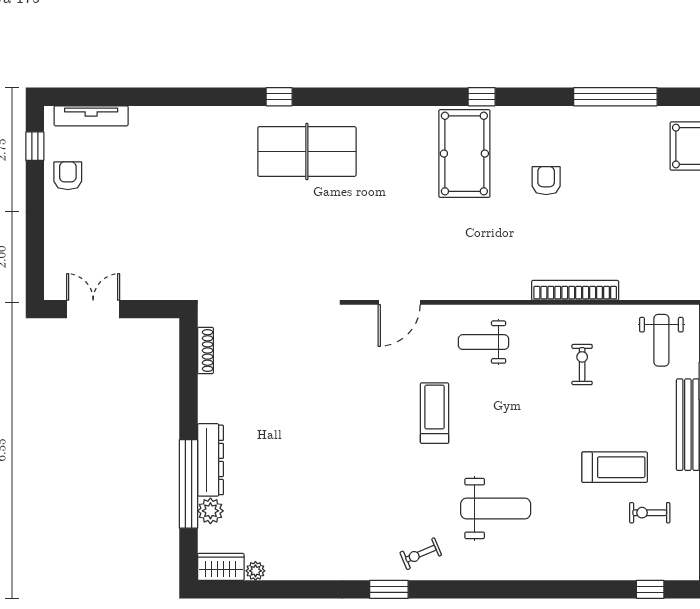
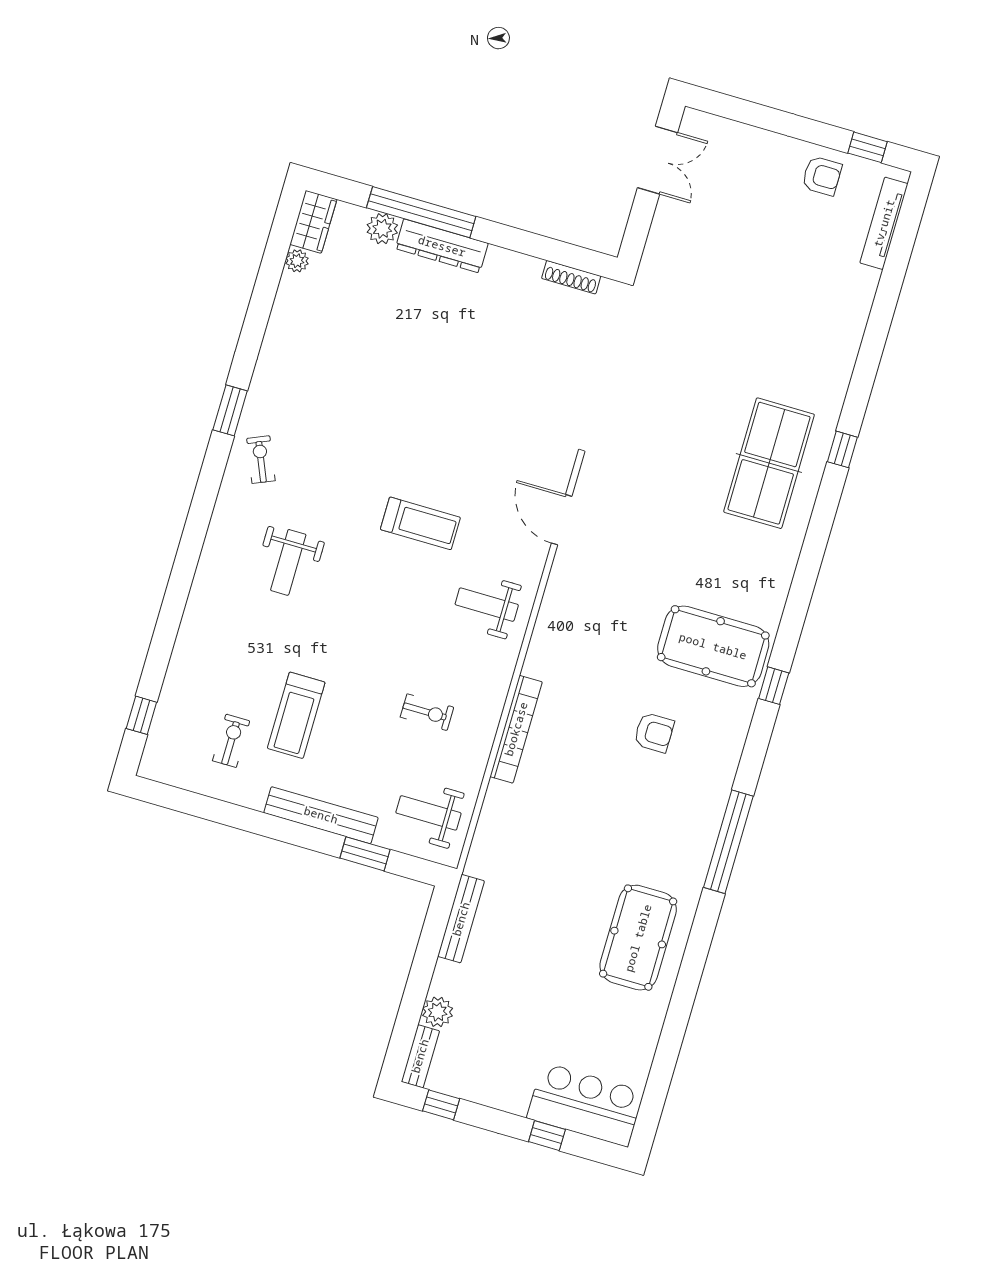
weight bench: (483, 342) -> (487, 605), turned -90
weight bench: (496, 509) -> (288, 562), width x0.73, depth x0.75

